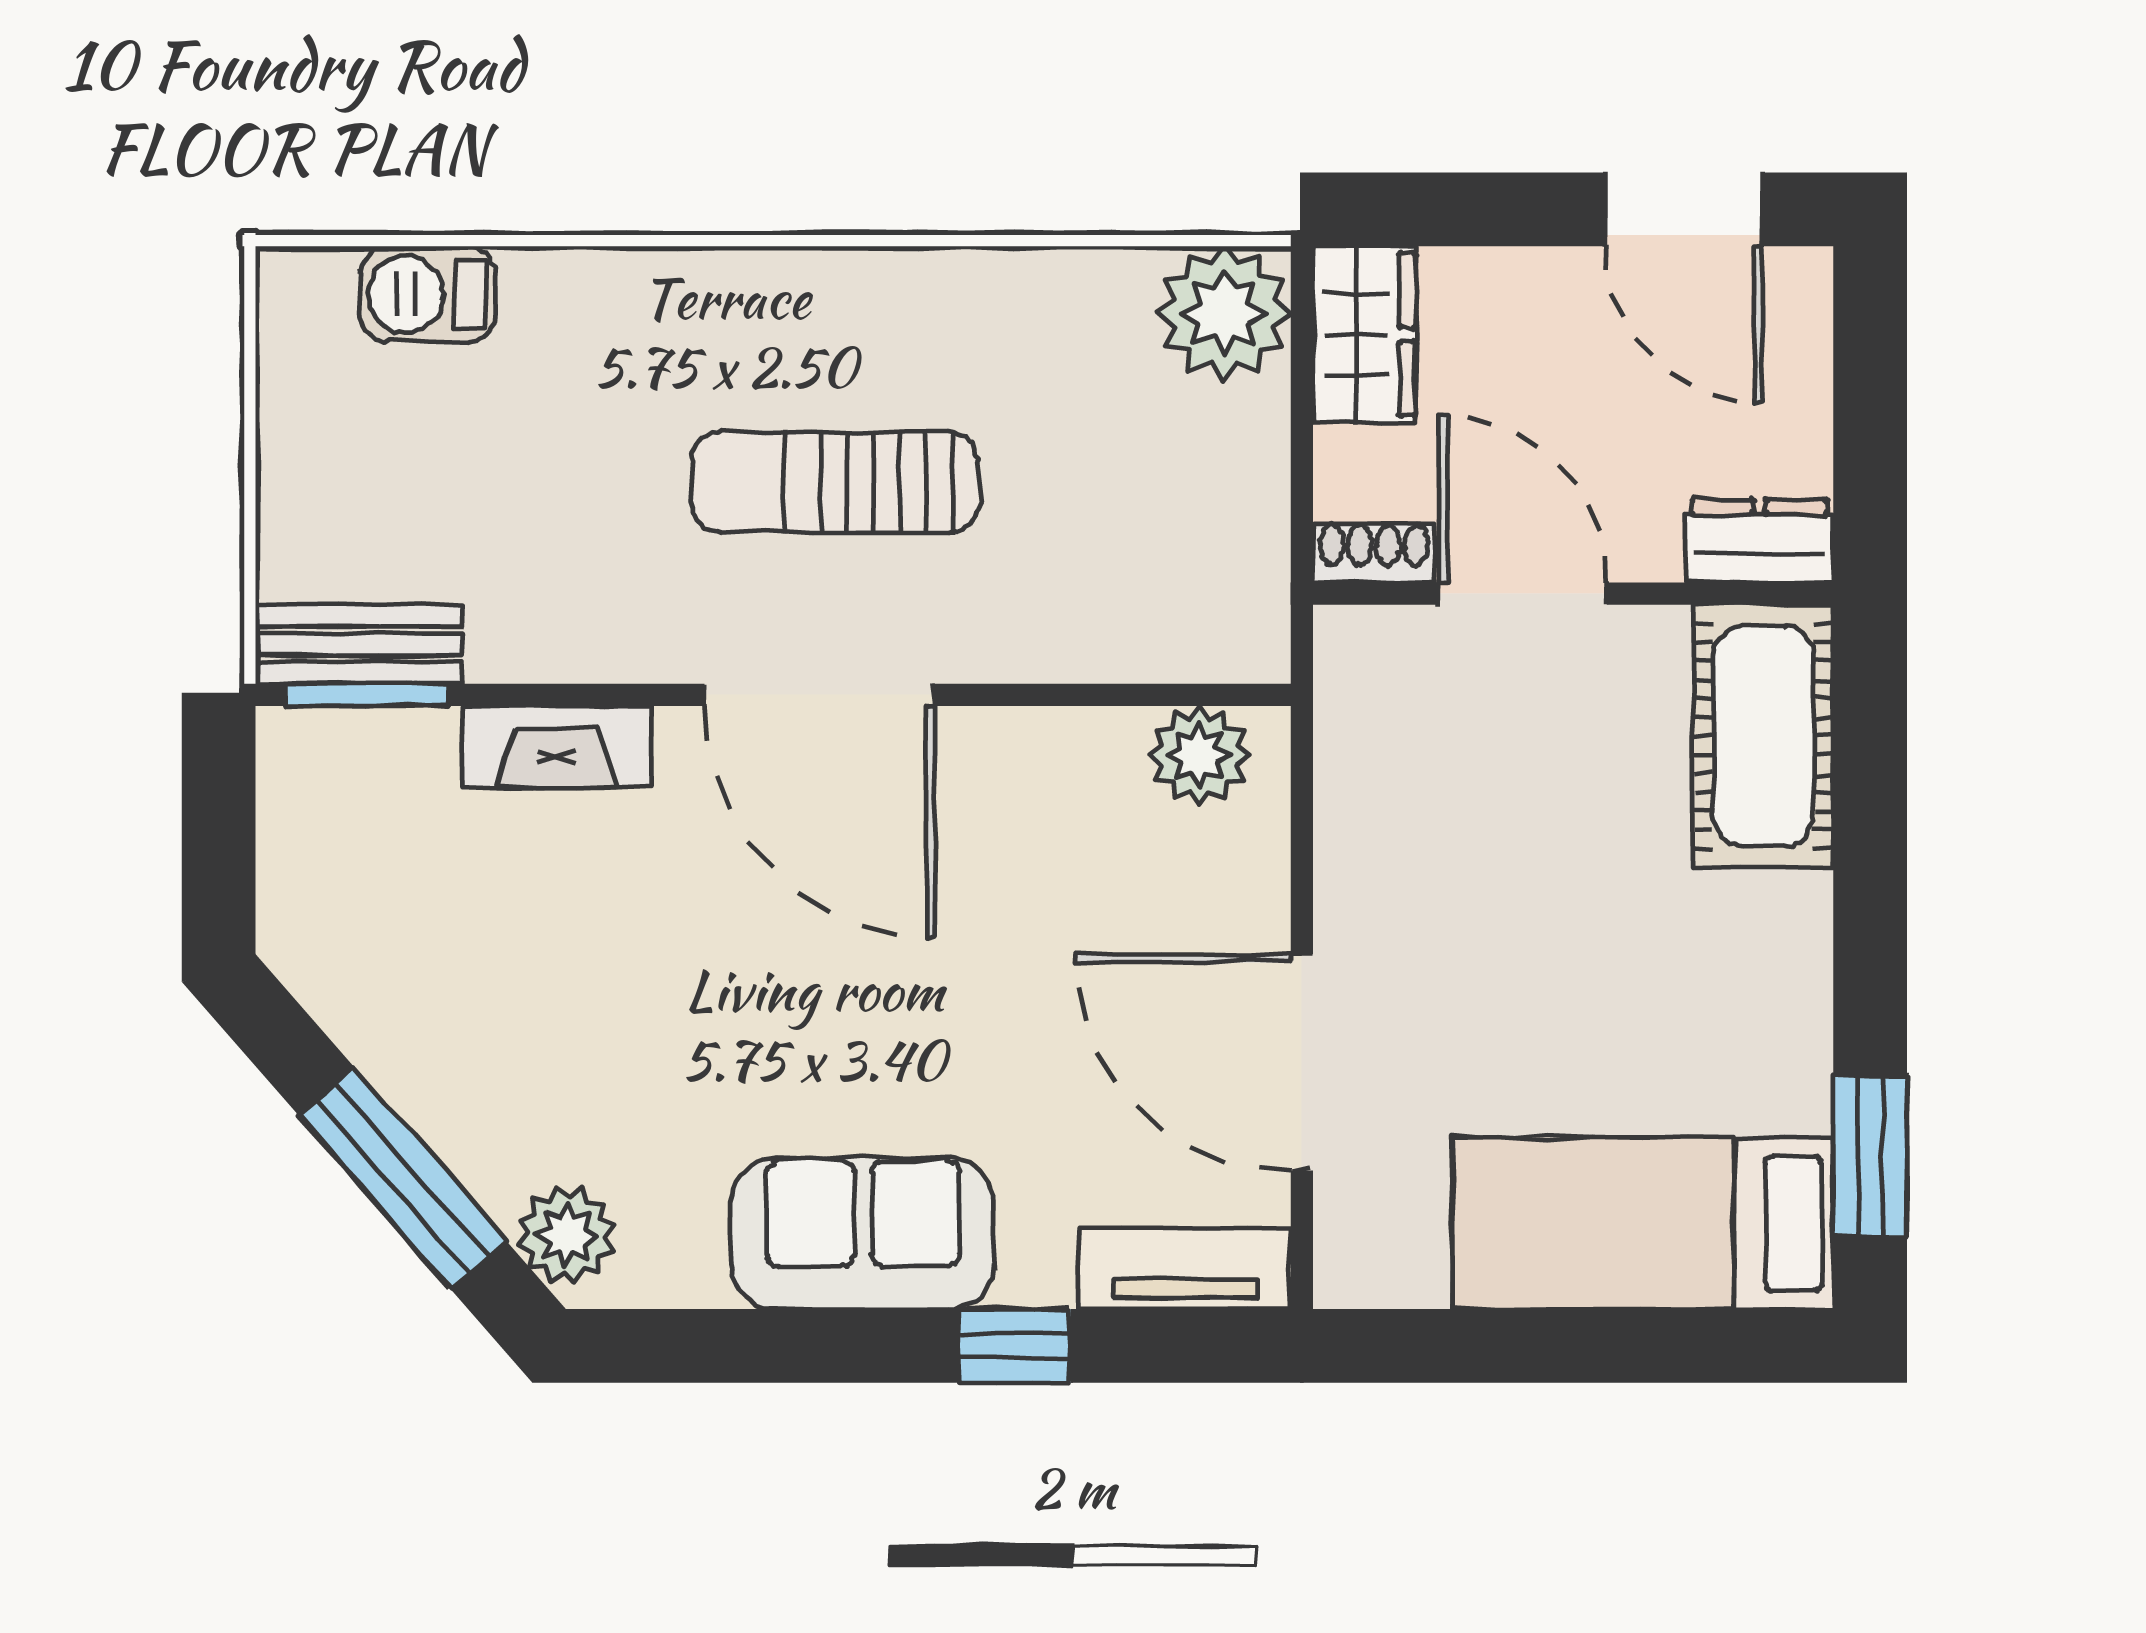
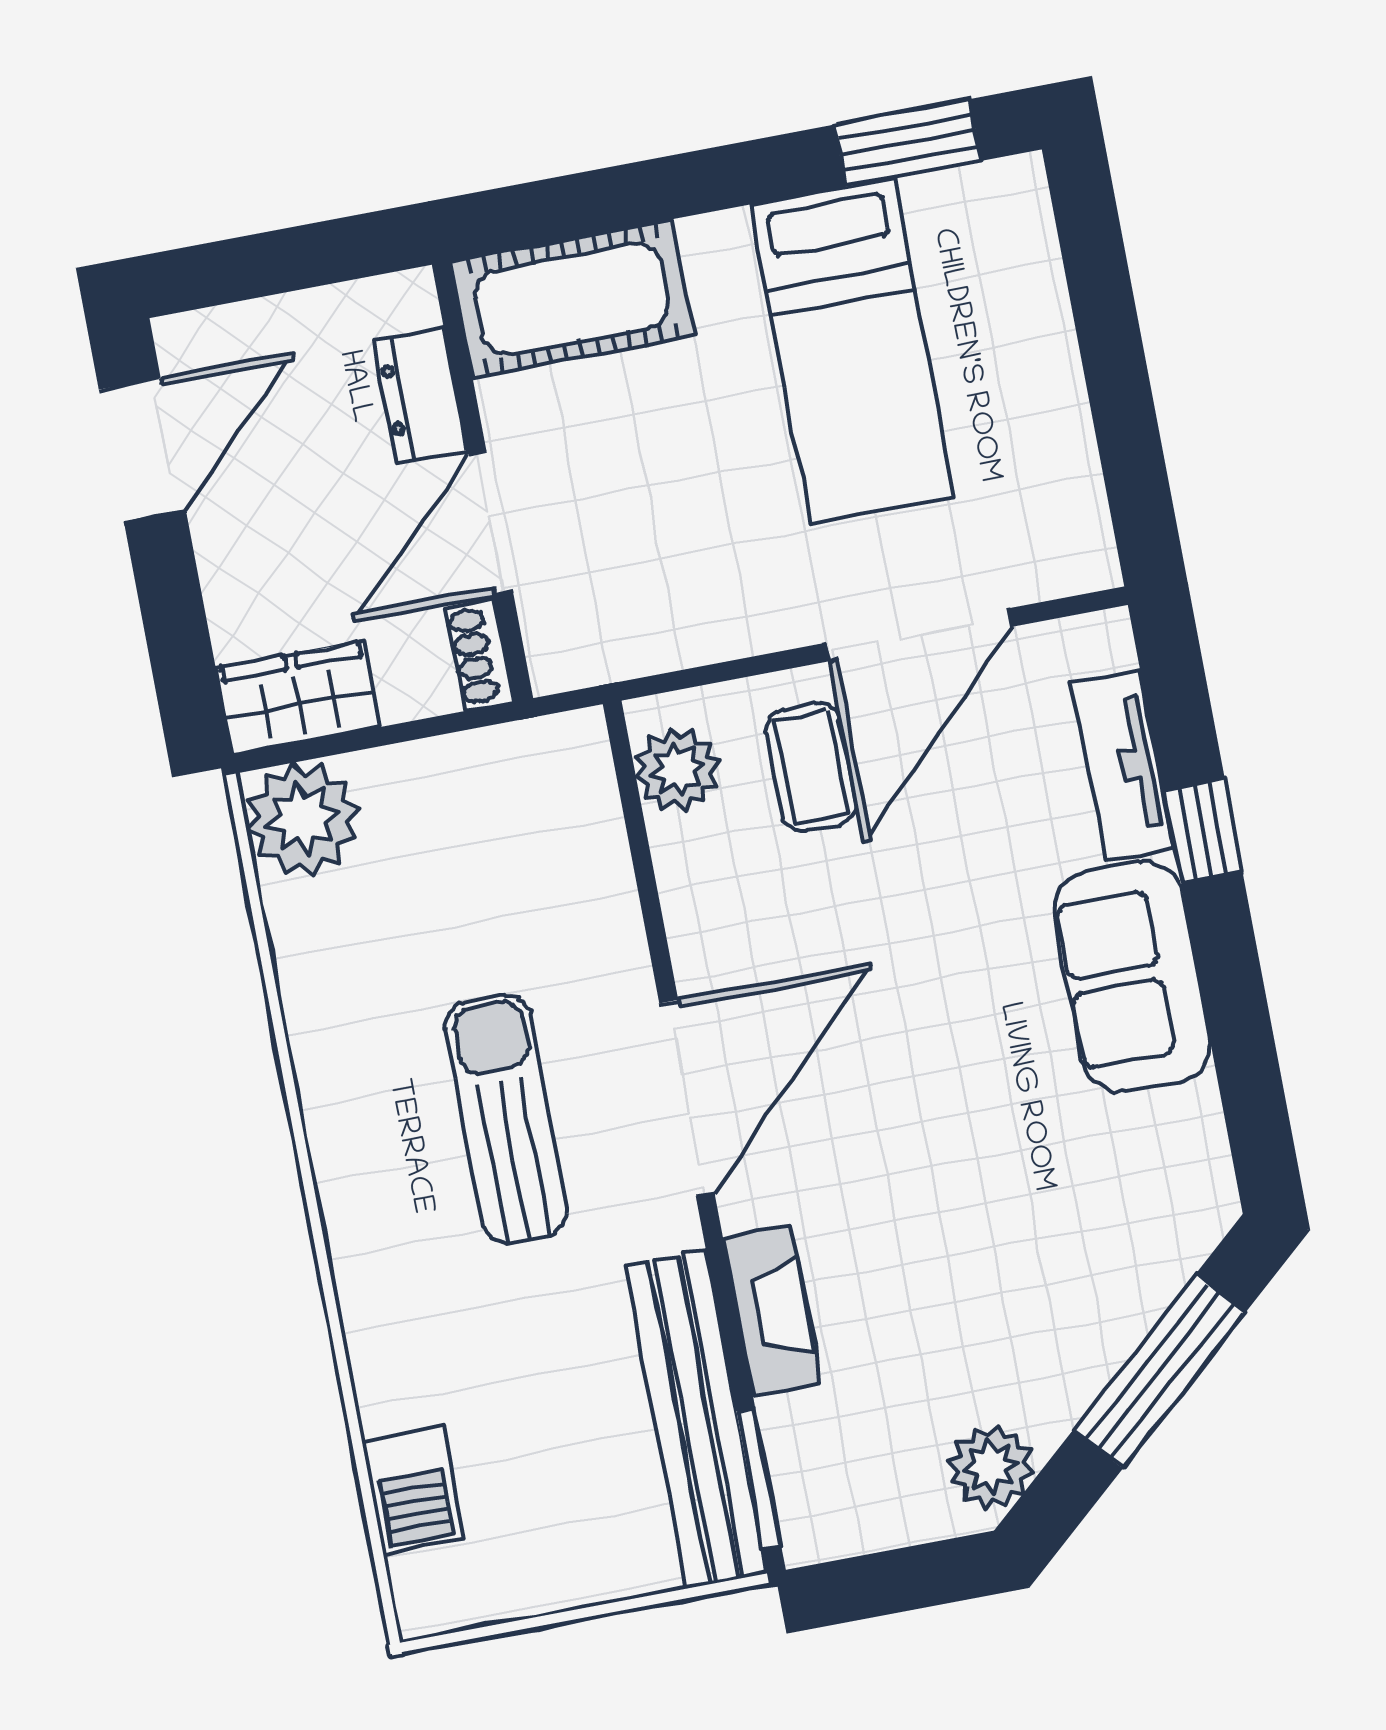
sun lounger: (835, 482) -> (506, 1119), turned 180
dresser: (1759, 541) -> (420, 395), moved
bench: (359, 644) -> (696, 1419), width x1.86, depth x1.21
coffee table: (1173, 909) -> (811, 767), added
bed: (1643, 1223) -> (852, 351), moved
plant: (566, 1235) -> (991, 1467), moved
tv unit: (1185, 1269) -> (1123, 765), moved

